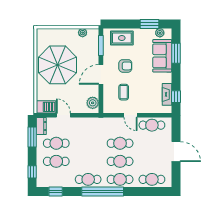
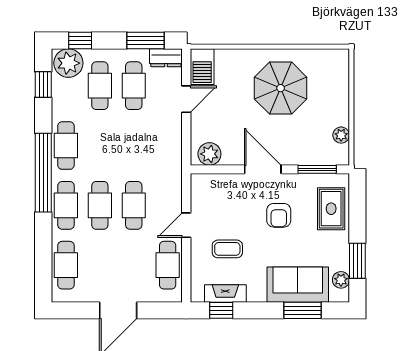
parasol: (58, 65) -> (281, 88), width x0.73, depth x0.73
coffee table: (124, 92) -> (227, 249), moved
plant: (44, 178) -> (68, 63), added

